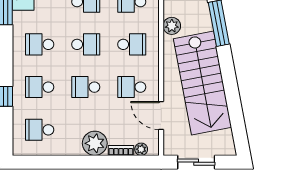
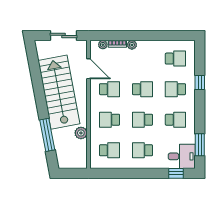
school desk: (40, 87) -> (175, 89), turned 180
plant: (95, 143) -> (132, 45), width x0.53, depth x0.53

